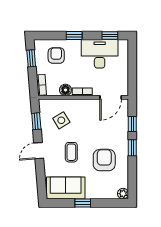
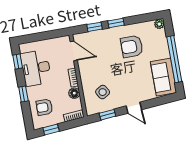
coffee table: (71, 152) -> (130, 78), removed
window: (83, 203) -> (174, 59), width x3.17

